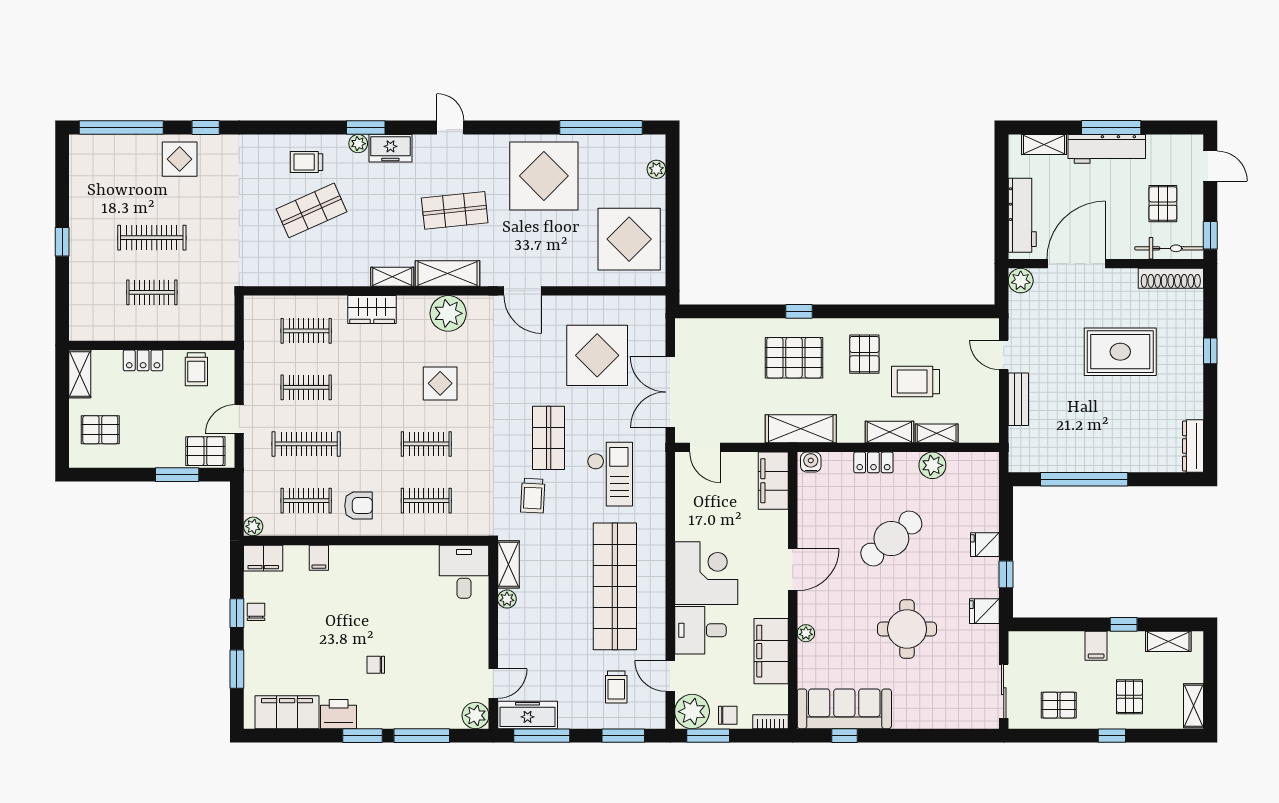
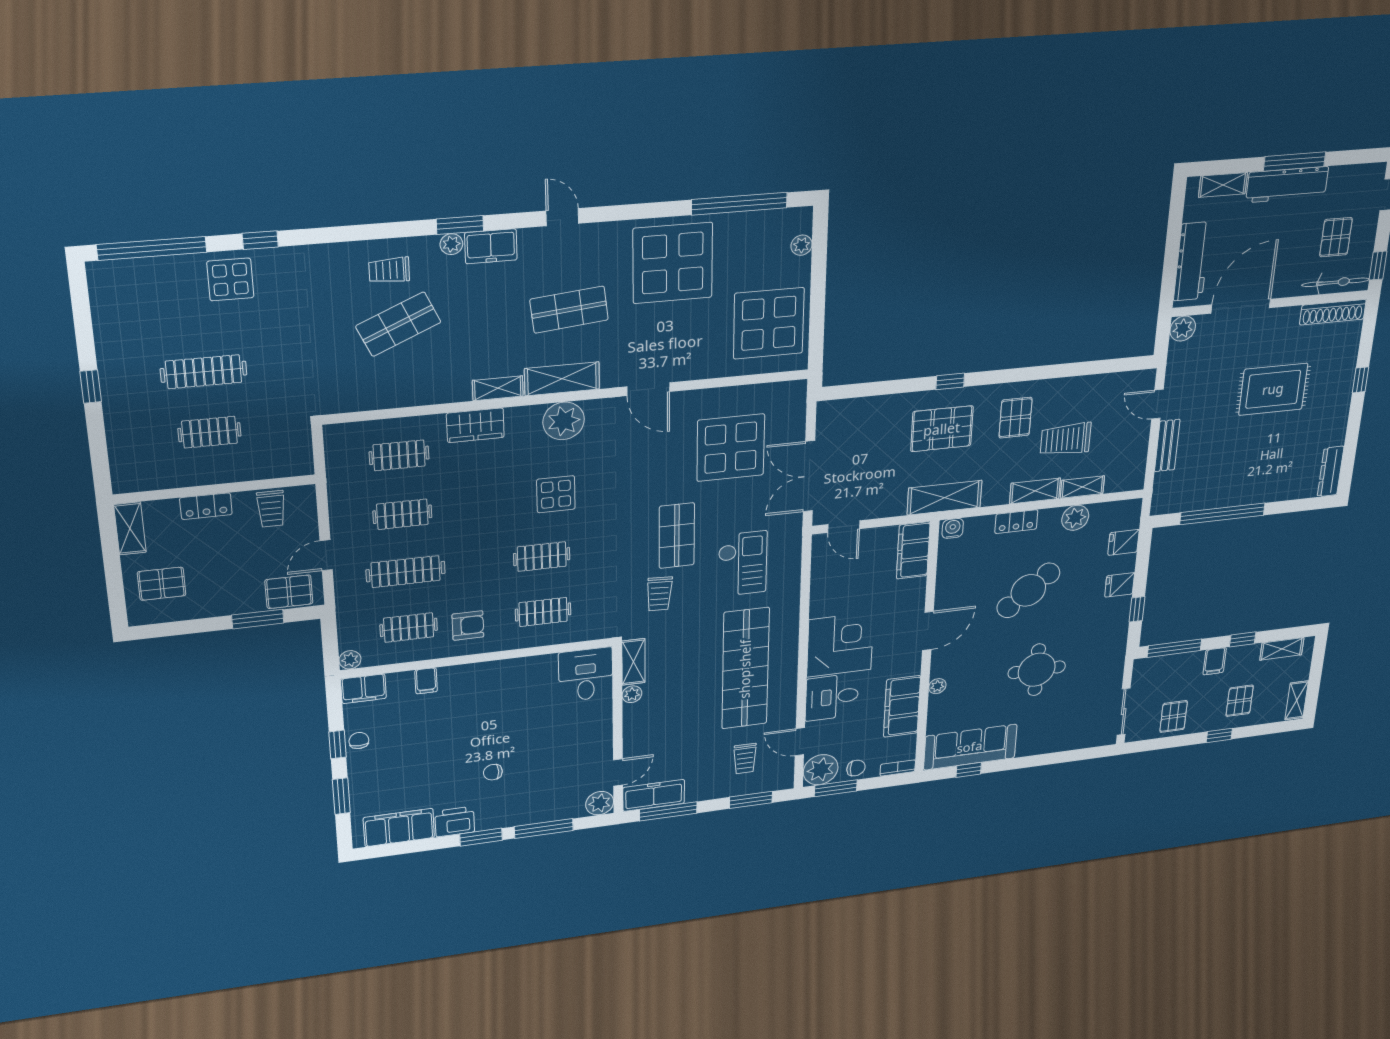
fridge: (984, 611) -> (1124, 542), moved
window: (1051, 624) -> (1174, 648), added
pallet: (1059, 705) -> (1174, 716), turned 90

